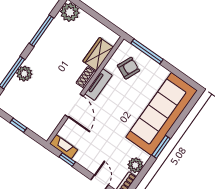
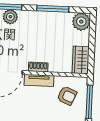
wardrobe: (98, 54) -> (81, 60), moved, turned -90

